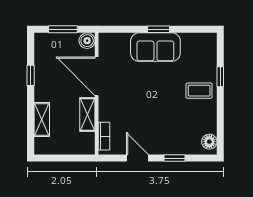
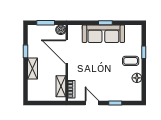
sofa: (155, 47) -> (103, 34), width x1.36
shelving: (87, 115) -> (61, 86), moved
shelving: (42, 119) -> (32, 69), moved
floor lamp: (209, 142) -> (137, 78), moved

